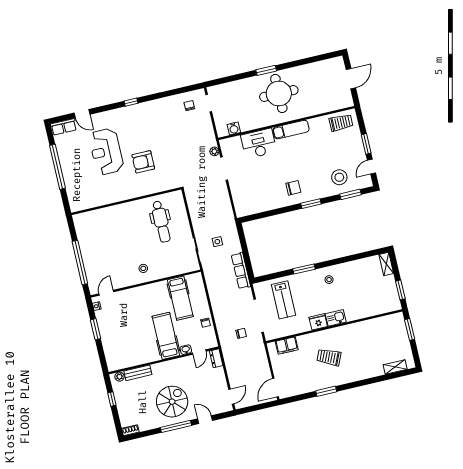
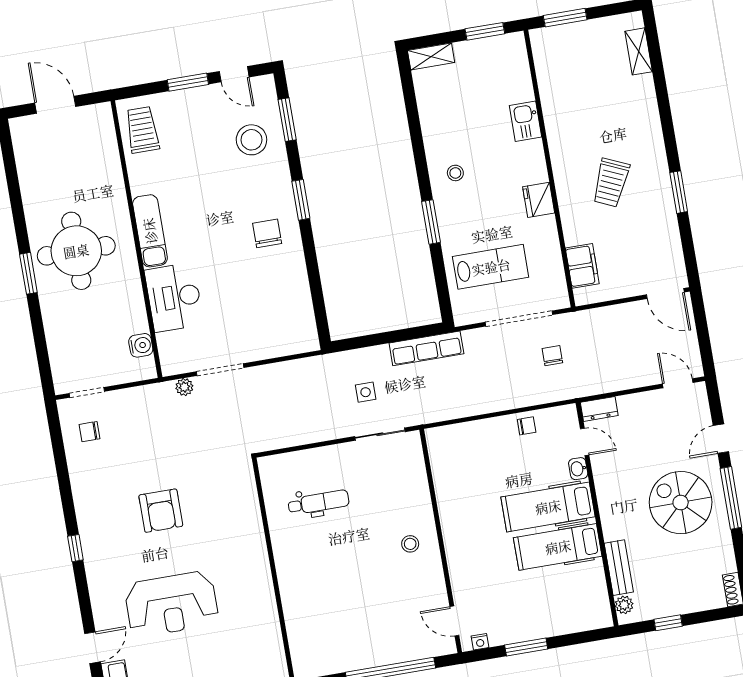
armchair: (143, 162) -> (161, 511), moved
dental chair: (161, 222) -> (318, 502), width x0.73, depth x0.72
hospital bed: (180, 298) -> (558, 547), moved, turned 180
kitchen sink: (336, 318) -> (526, 121), moved

